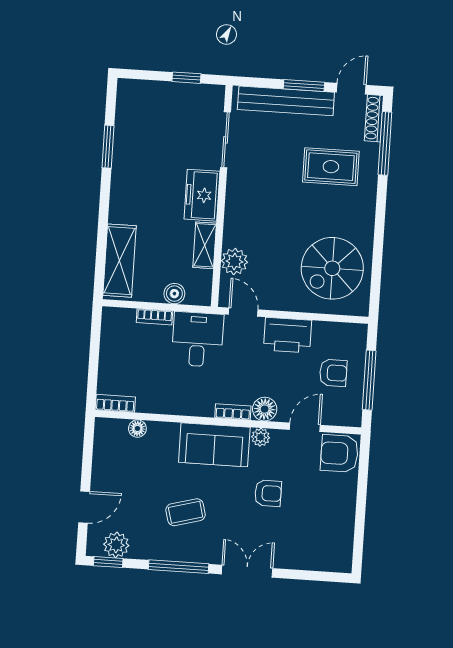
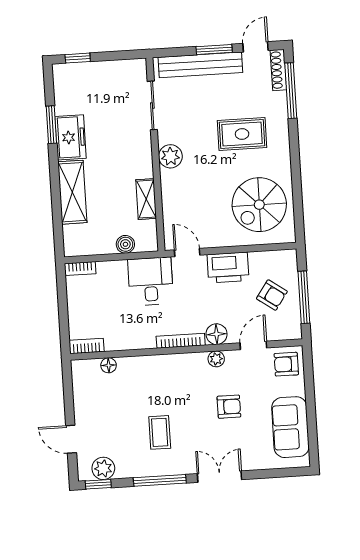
window: (186, 78) -> (78, 58), moved
rug: (331, 167) -> (242, 134), moved
freezer: (202, 195) -> (71, 137), moved, turned 180
shelving: (120, 261) -> (72, 192), moved
plant: (234, 261) -> (170, 156), moved
bookcase: (154, 317) -> (80, 269), moved
armchair: (333, 373) -> (272, 295), turned 35
bookcase: (233, 412) -> (181, 341), width x1.56
sofa: (214, 445) -> (290, 427), moved, turned 90
armchair: (339, 453) -> (286, 364), width x0.72, depth x0.72
door: (84, 507) -> (71, 439), swing flipped
coffee table: (186, 512) -> (160, 432), turned -75

